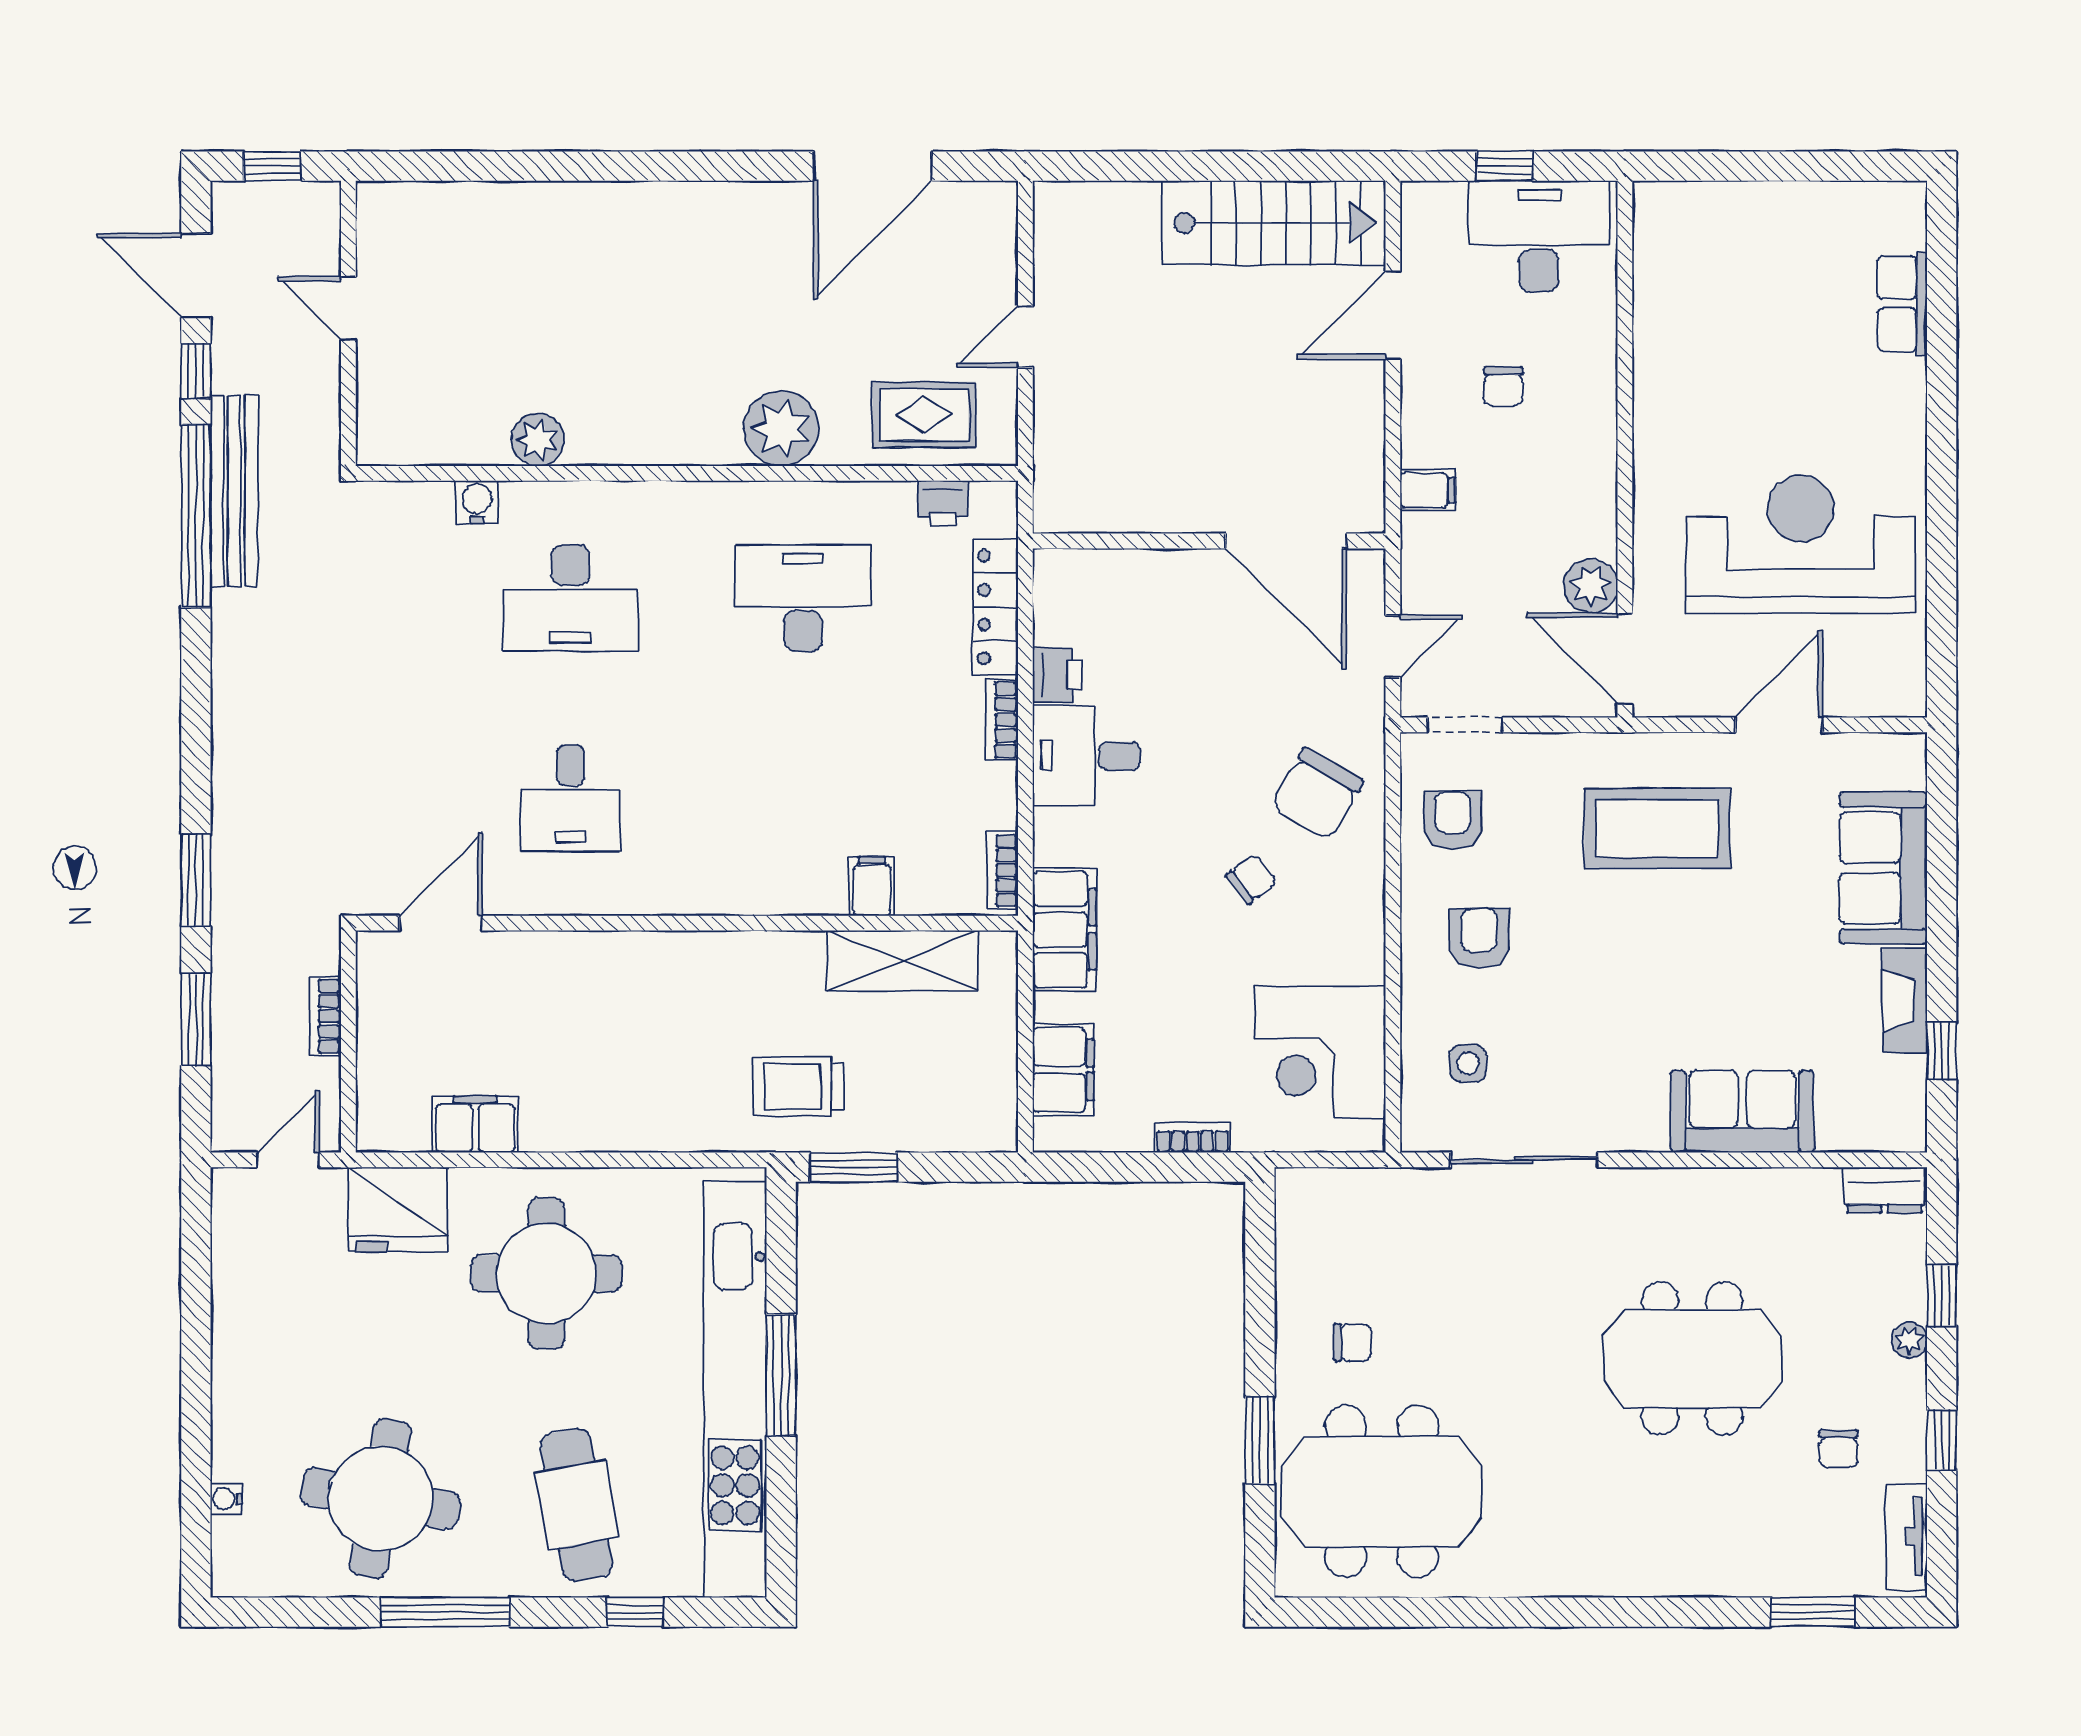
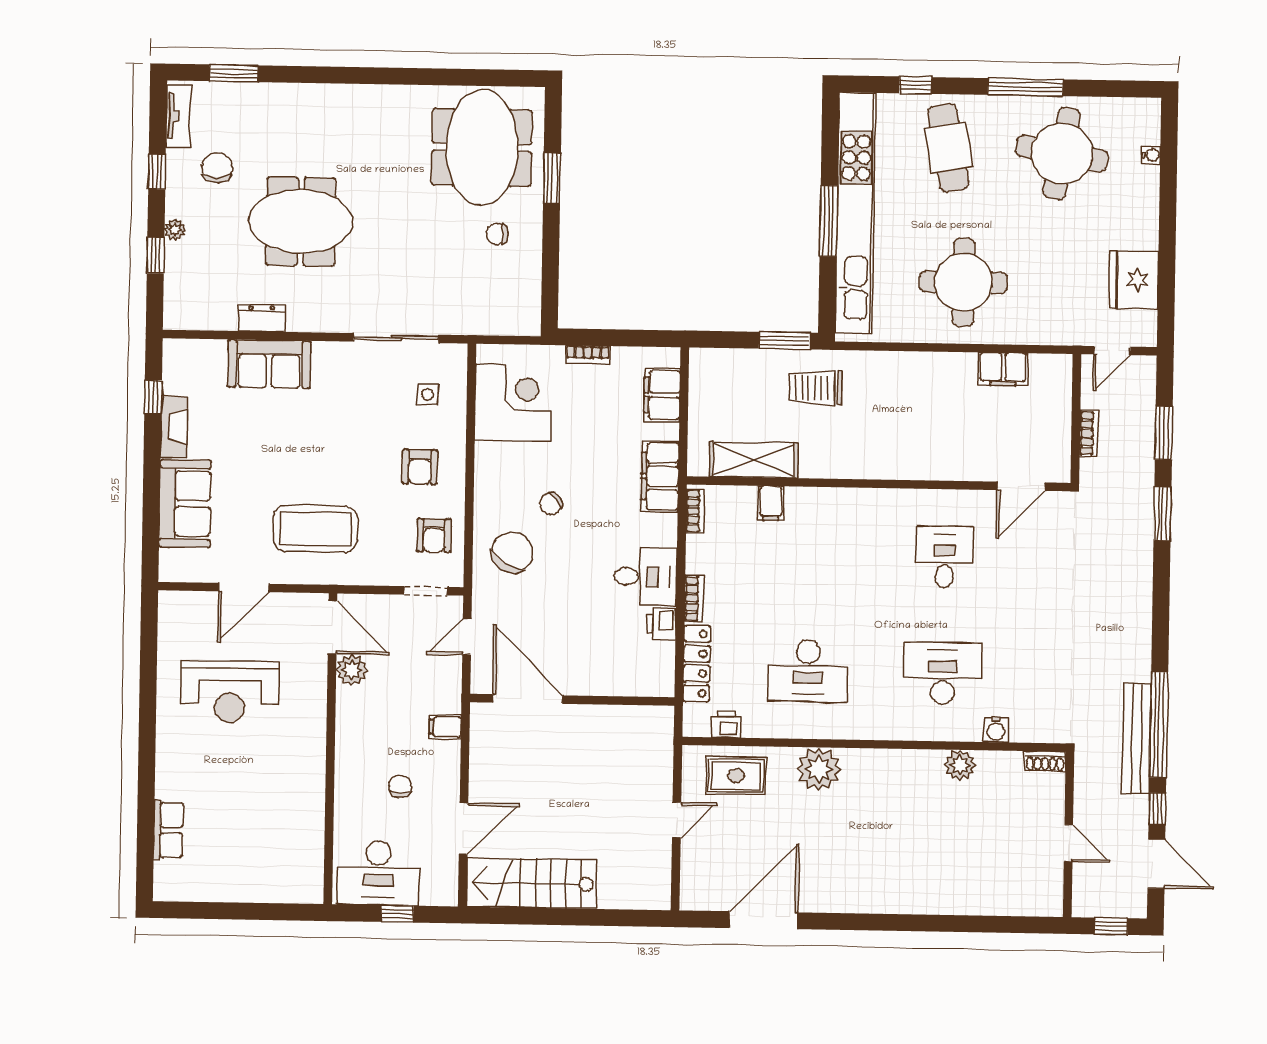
shoe rack: (391, 449) -> (1045, 761), added
reception desk: (1801, 544) -> (230, 692), width x0.74, depth x0.77
trolley: (799, 1087) -> (815, 388), turned 180
dresser: (1884, 1190) -> (261, 318), moved
fridge: (398, 1209) -> (1134, 280), moved, turned -90
chair: (1838, 1449) -> (217, 168), width x1.37, depth x1.37
meeting table: (1382, 1491) -> (482, 148), turned 90

